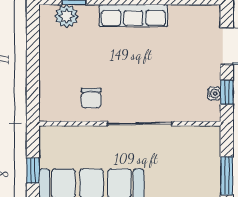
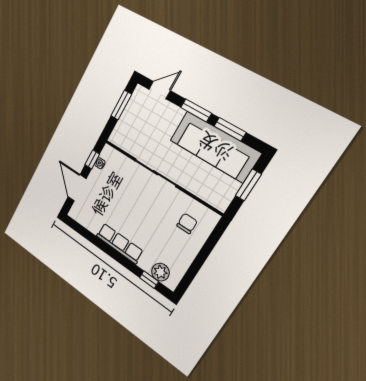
chair: (91, 98) -> (187, 223), moved
window: (33, 171) -> (248, 185), width x1.50

